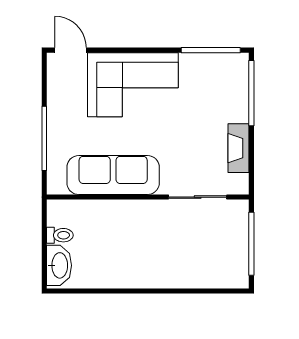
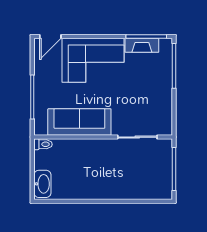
door: (71, 50) -> (50, 37), swing flipped
fireplace: (239, 148) -> (142, 45), moved, turned -90
toilet: (60, 235) -> (43, 144), moved

